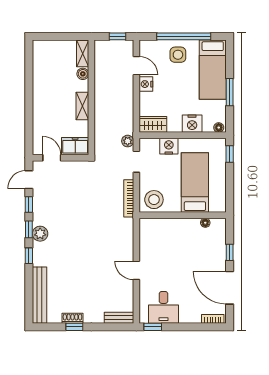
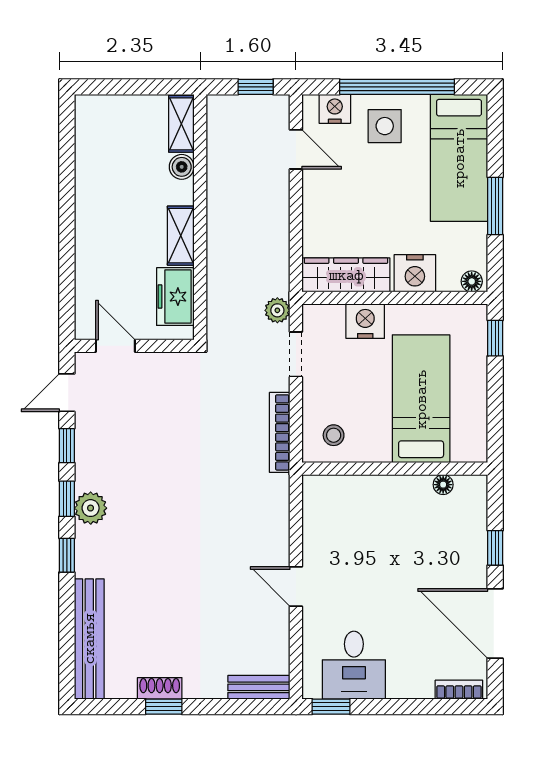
nightstand: (146, 84) -> (335, 109), moved, turned 90
wardrobe: (153, 124) -> (346, 275), width x1.50
freezer: (75, 146) -> (175, 297), moved, turned -90
stool: (154, 200) -> (334, 435), width x0.53, depth x0.53

